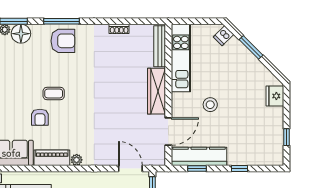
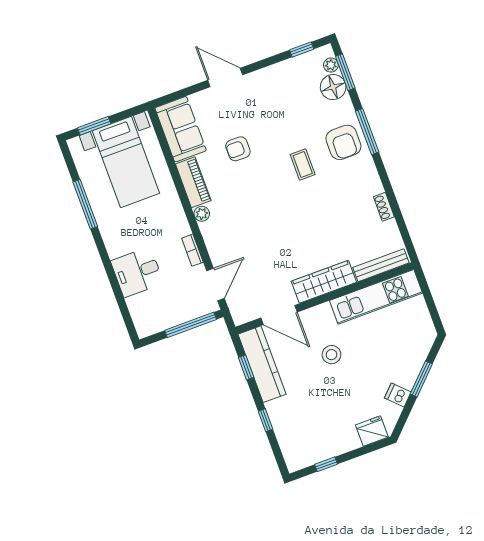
dishwasher: (224, 36) -> (398, 395), moved
coffee table: (54, 94) -> (303, 164), moved
bookcase: (100, 176) -> (192, 250), added

